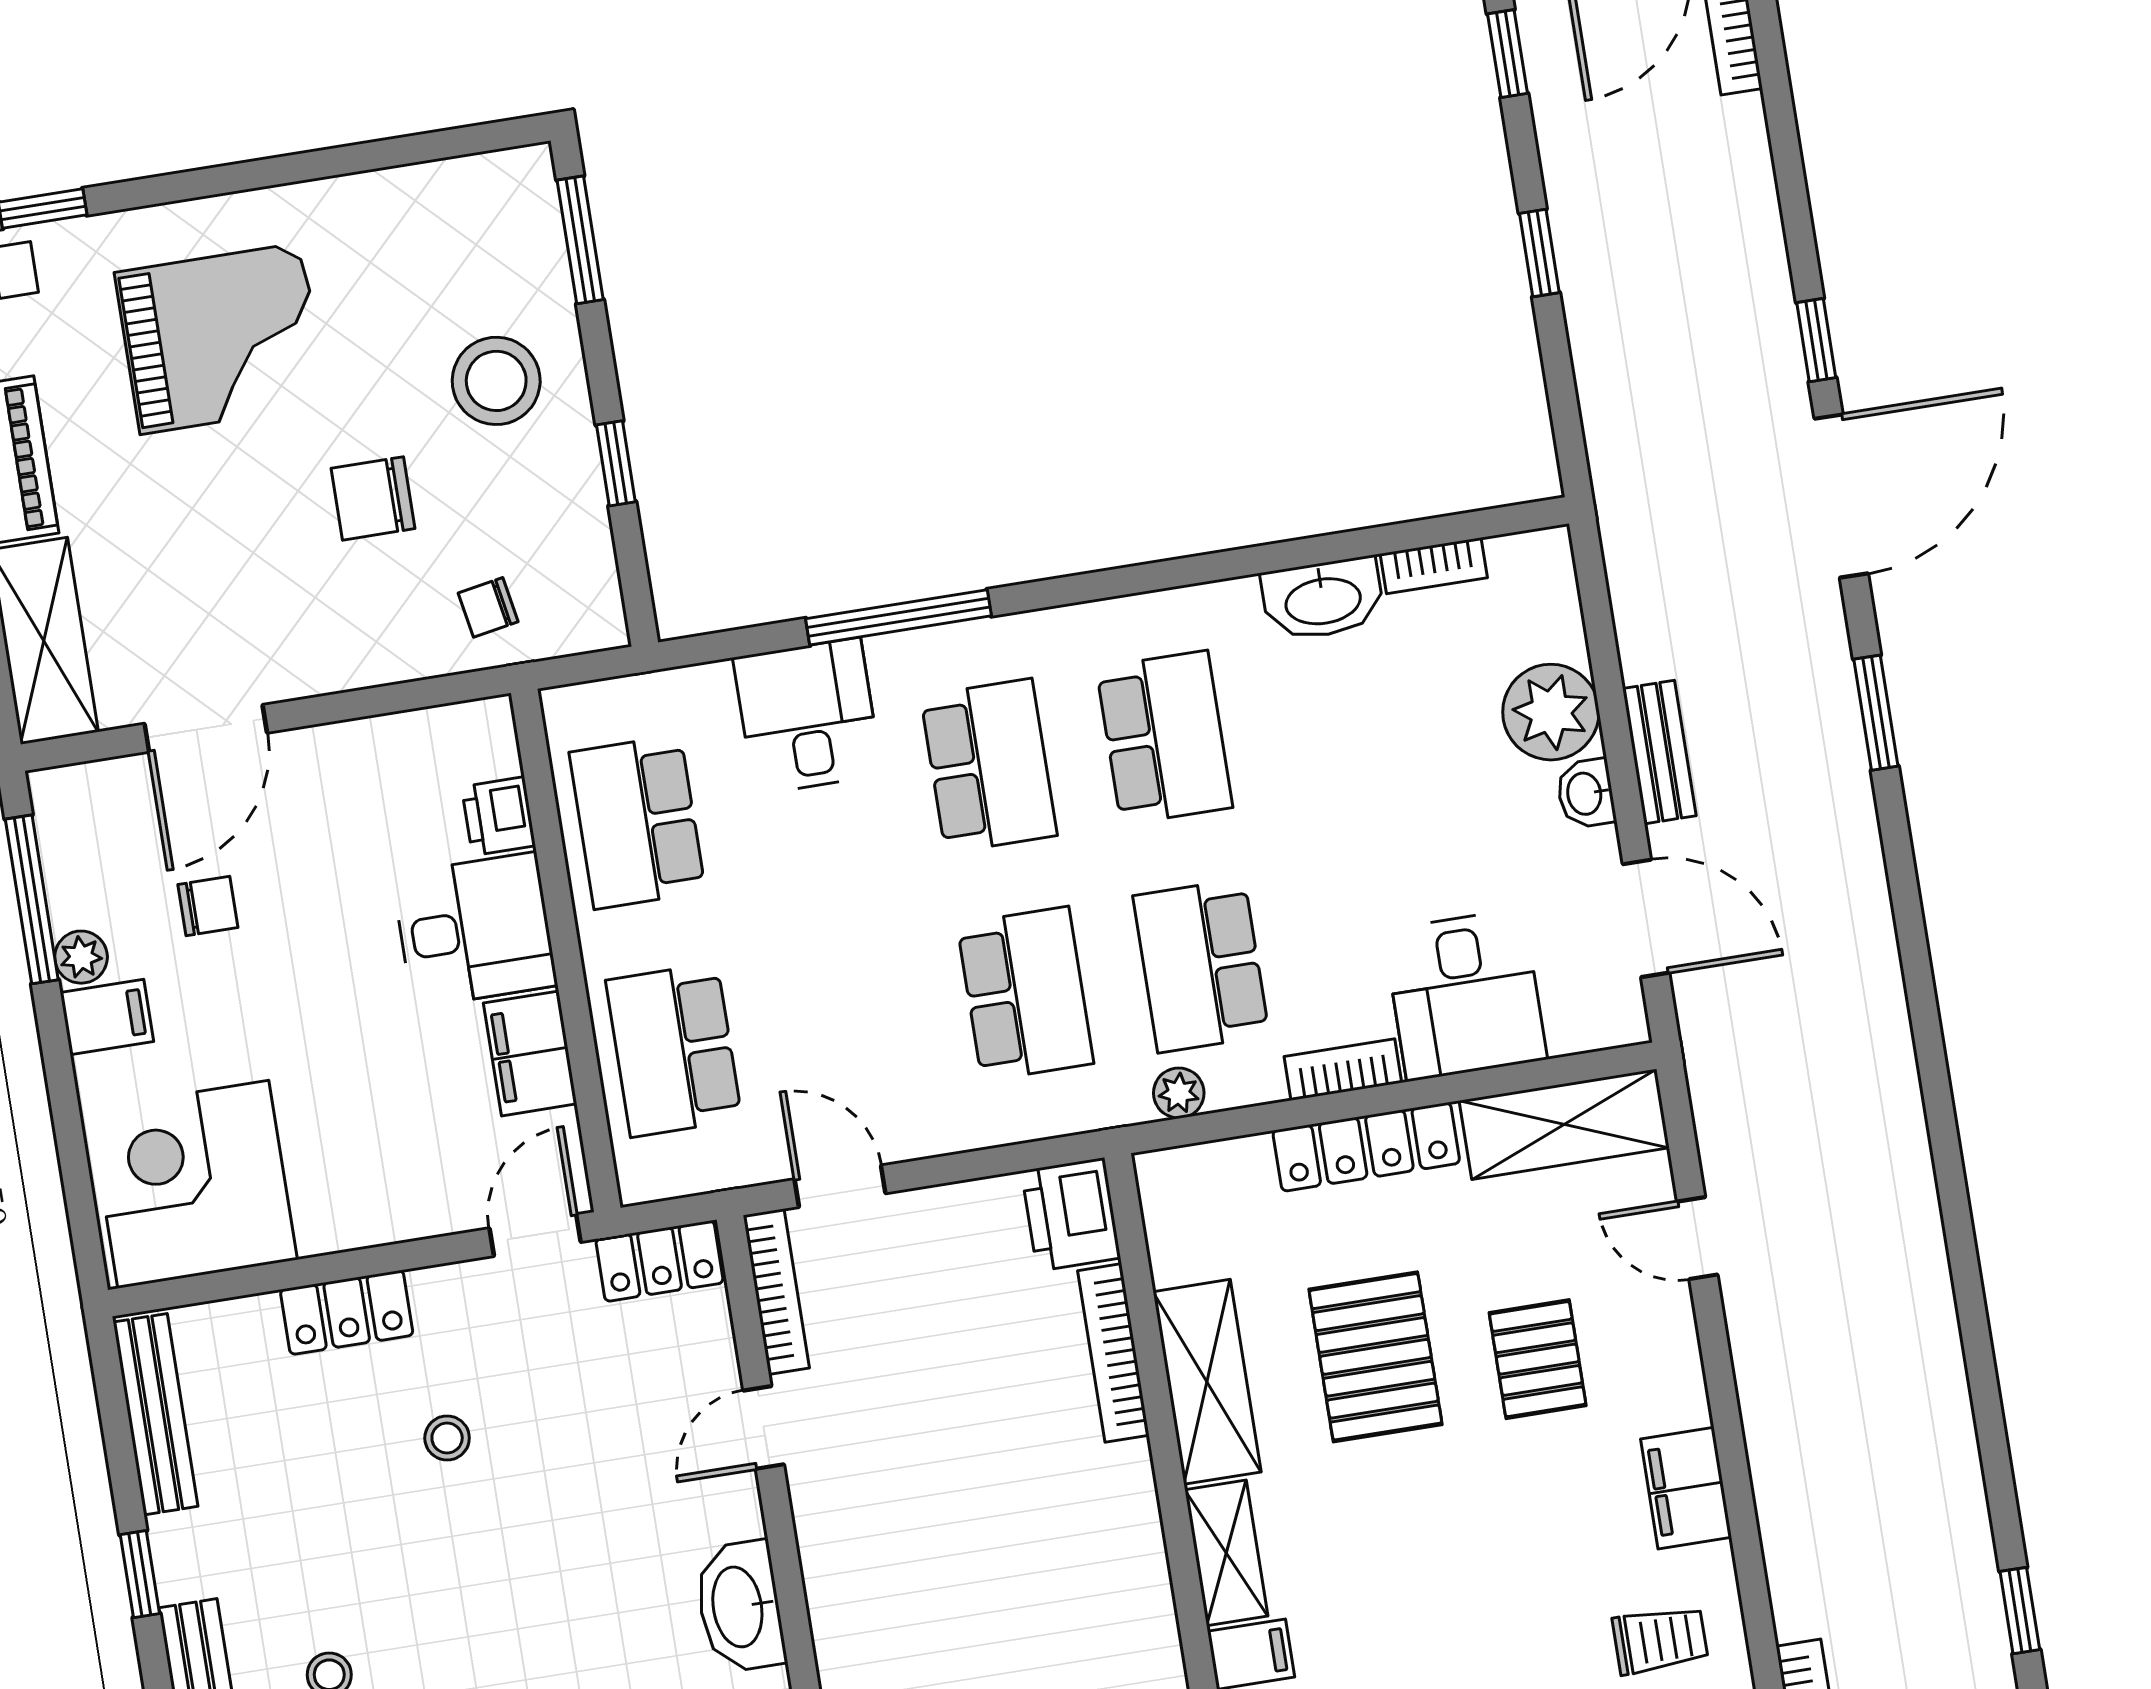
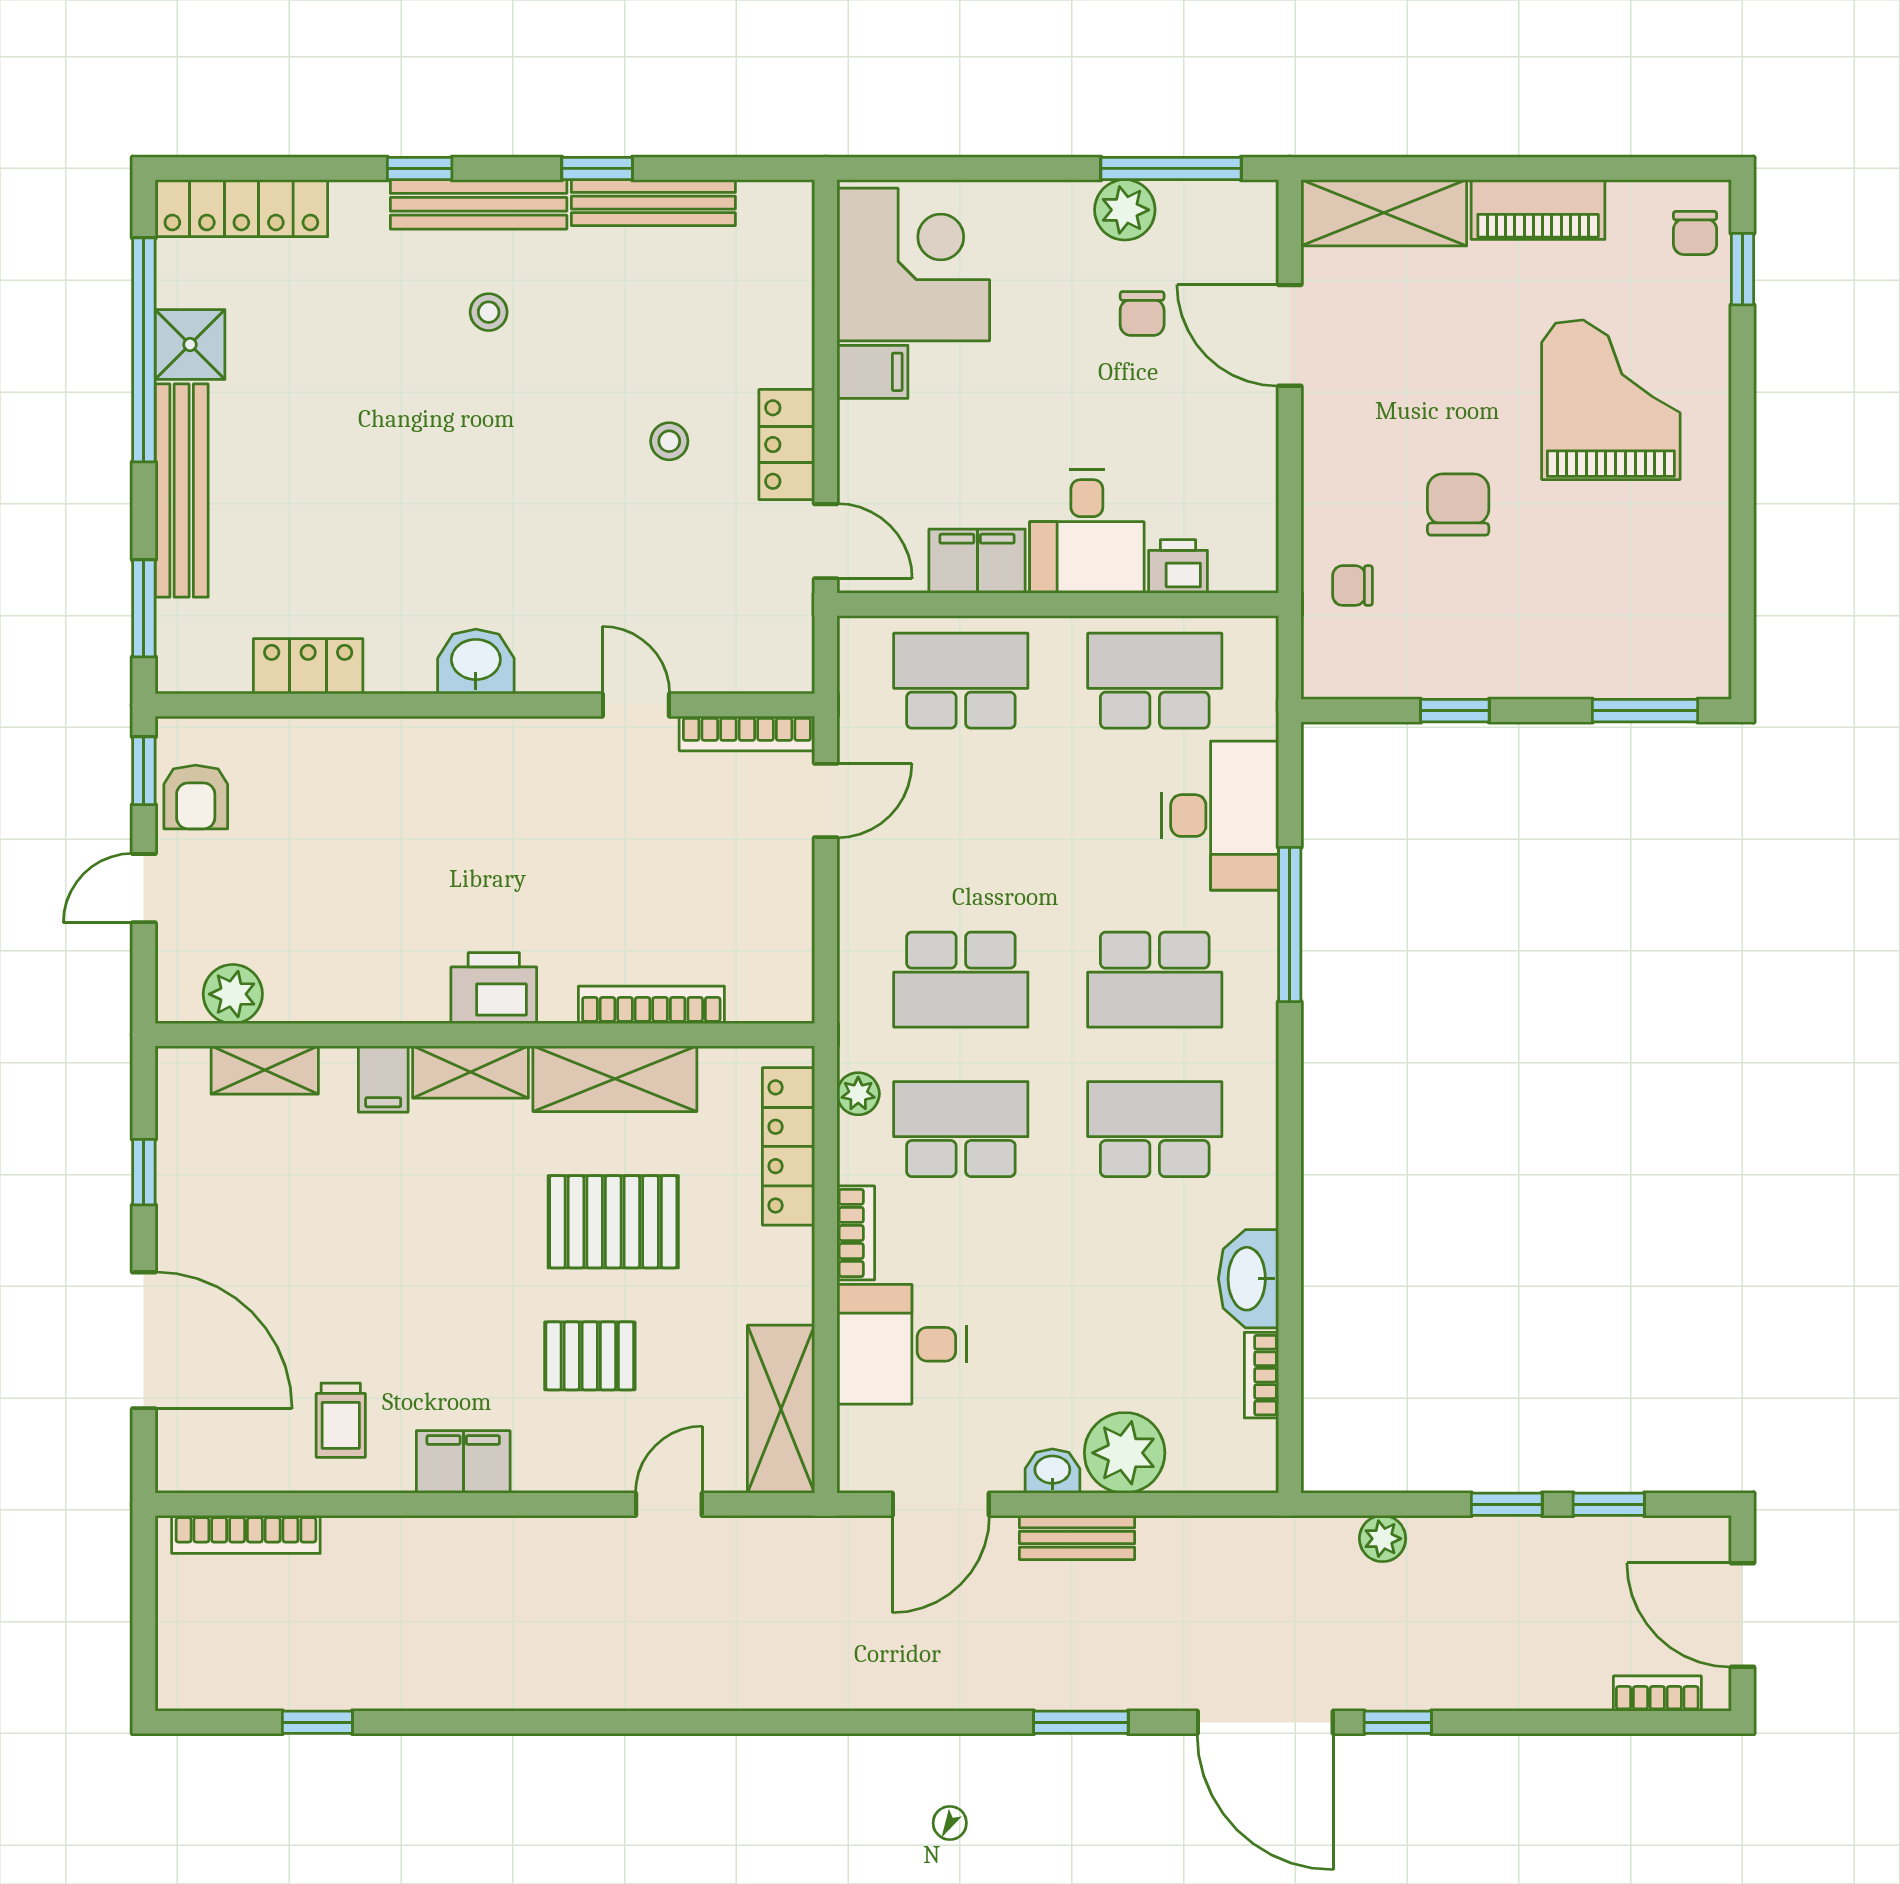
window: (1507, 54) -> (1609, 1504), moved
grand piano: (221, 339) -> (1611, 400), turned 180
stool: (496, 381) -> (1539, 622), removed
plant: (1603, 393) -> (1383, 1539), added
chair: (488, 607) -> (1352, 586), turned -80
desk: (807, 716) -> (1220, 816), width x1.37
school desk: (1164, 738) -> (1155, 1129), turned 180
plant: (81, 957) -> (1125, 210), width x1.38, depth x1.38
filing cabinet: (107, 1017) -> (872, 372), moved, turned -90
locker: (1366, 1147) -> (789, 1146), moved
printer: (1071, 1214) -> (494, 988), moved
locker: (659, 1261) -> (788, 641), removed
locker: (347, 1312) -> (787, 445), moved
bench: (155, 1414) -> (653, 203), moved
washbasin: (740, 1607) -> (476, 661), width x0.72

